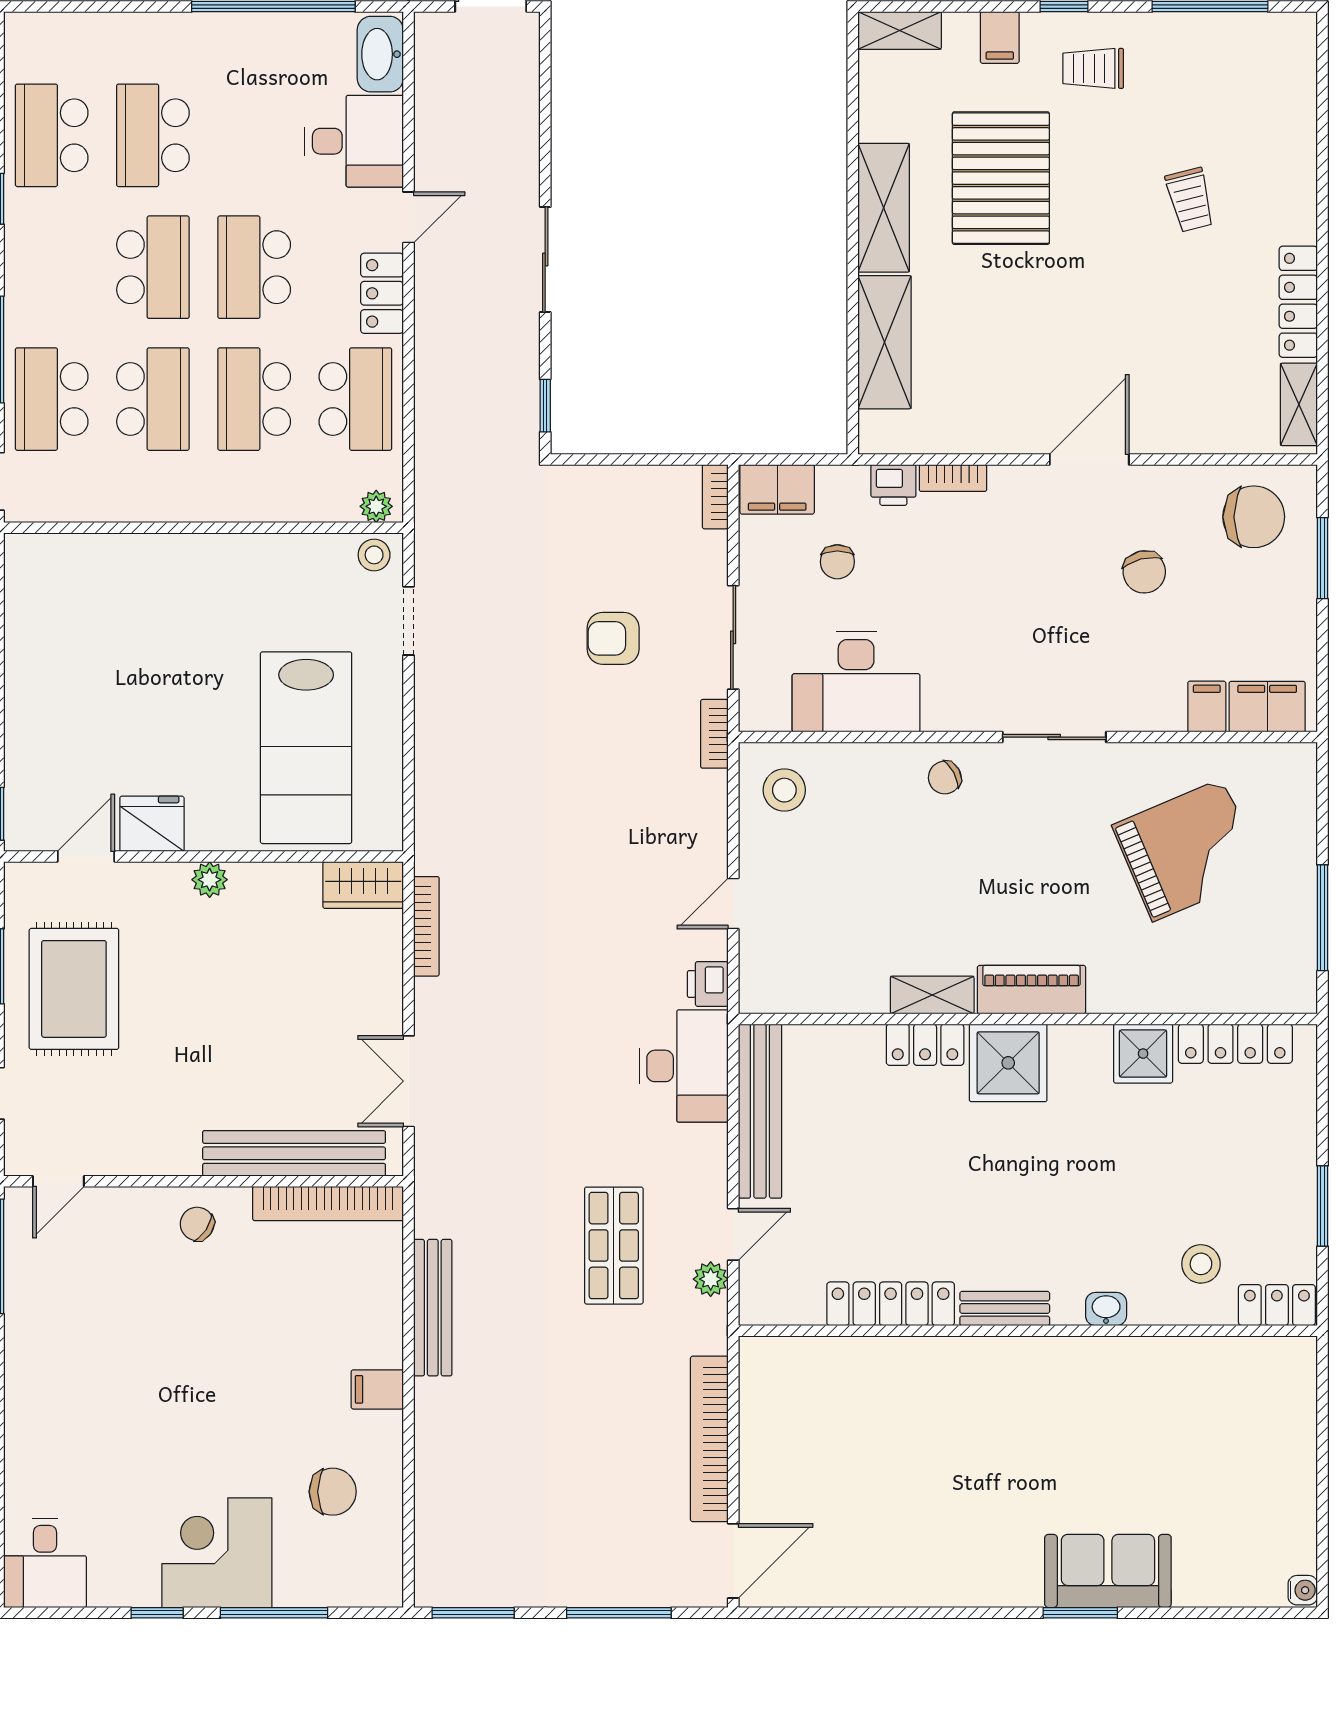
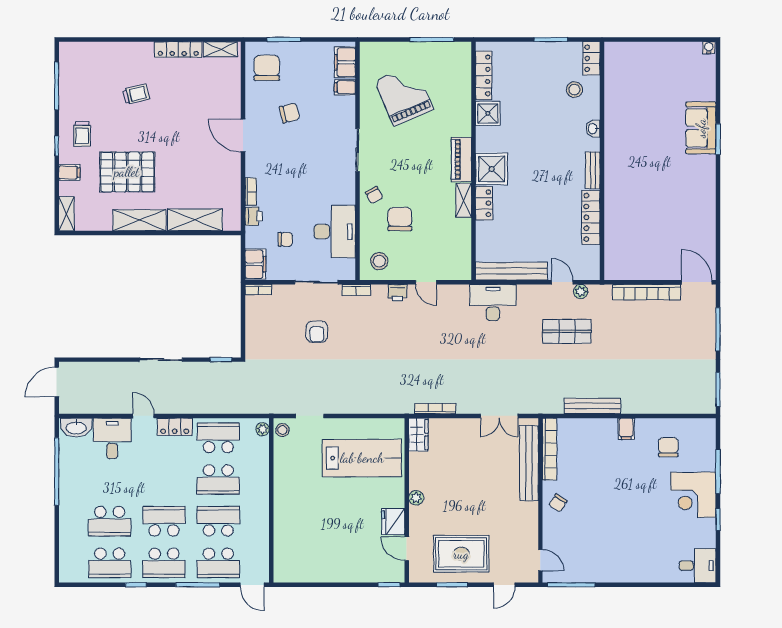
school desk: (254, 267) -> (164, 563), moved
chair: (887, 840) -> (400, 219), added
printer: (708, 984) -> (398, 293), moved

